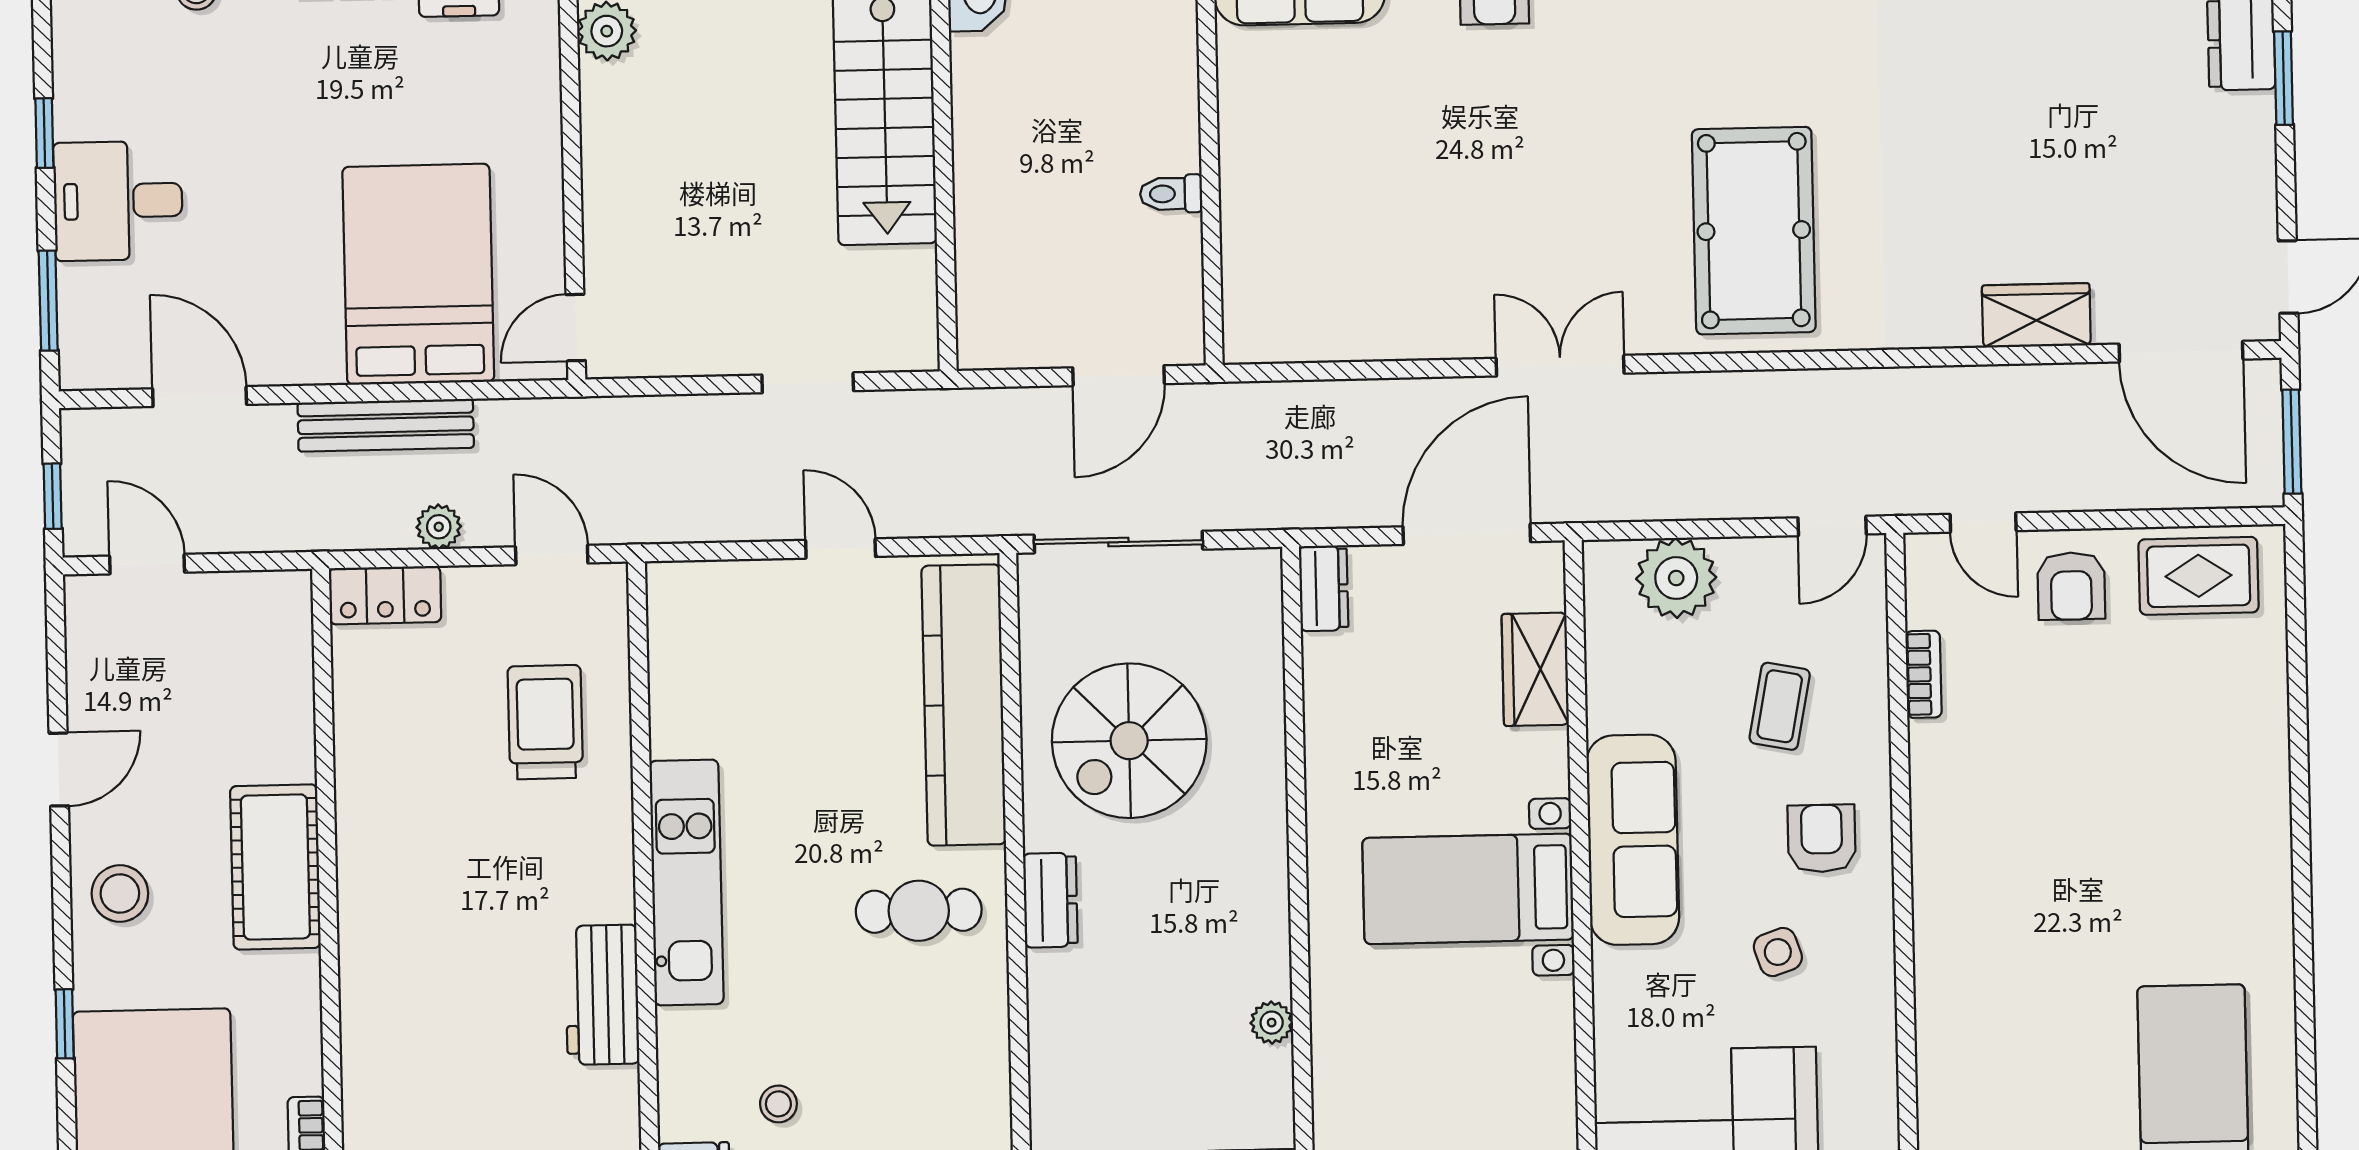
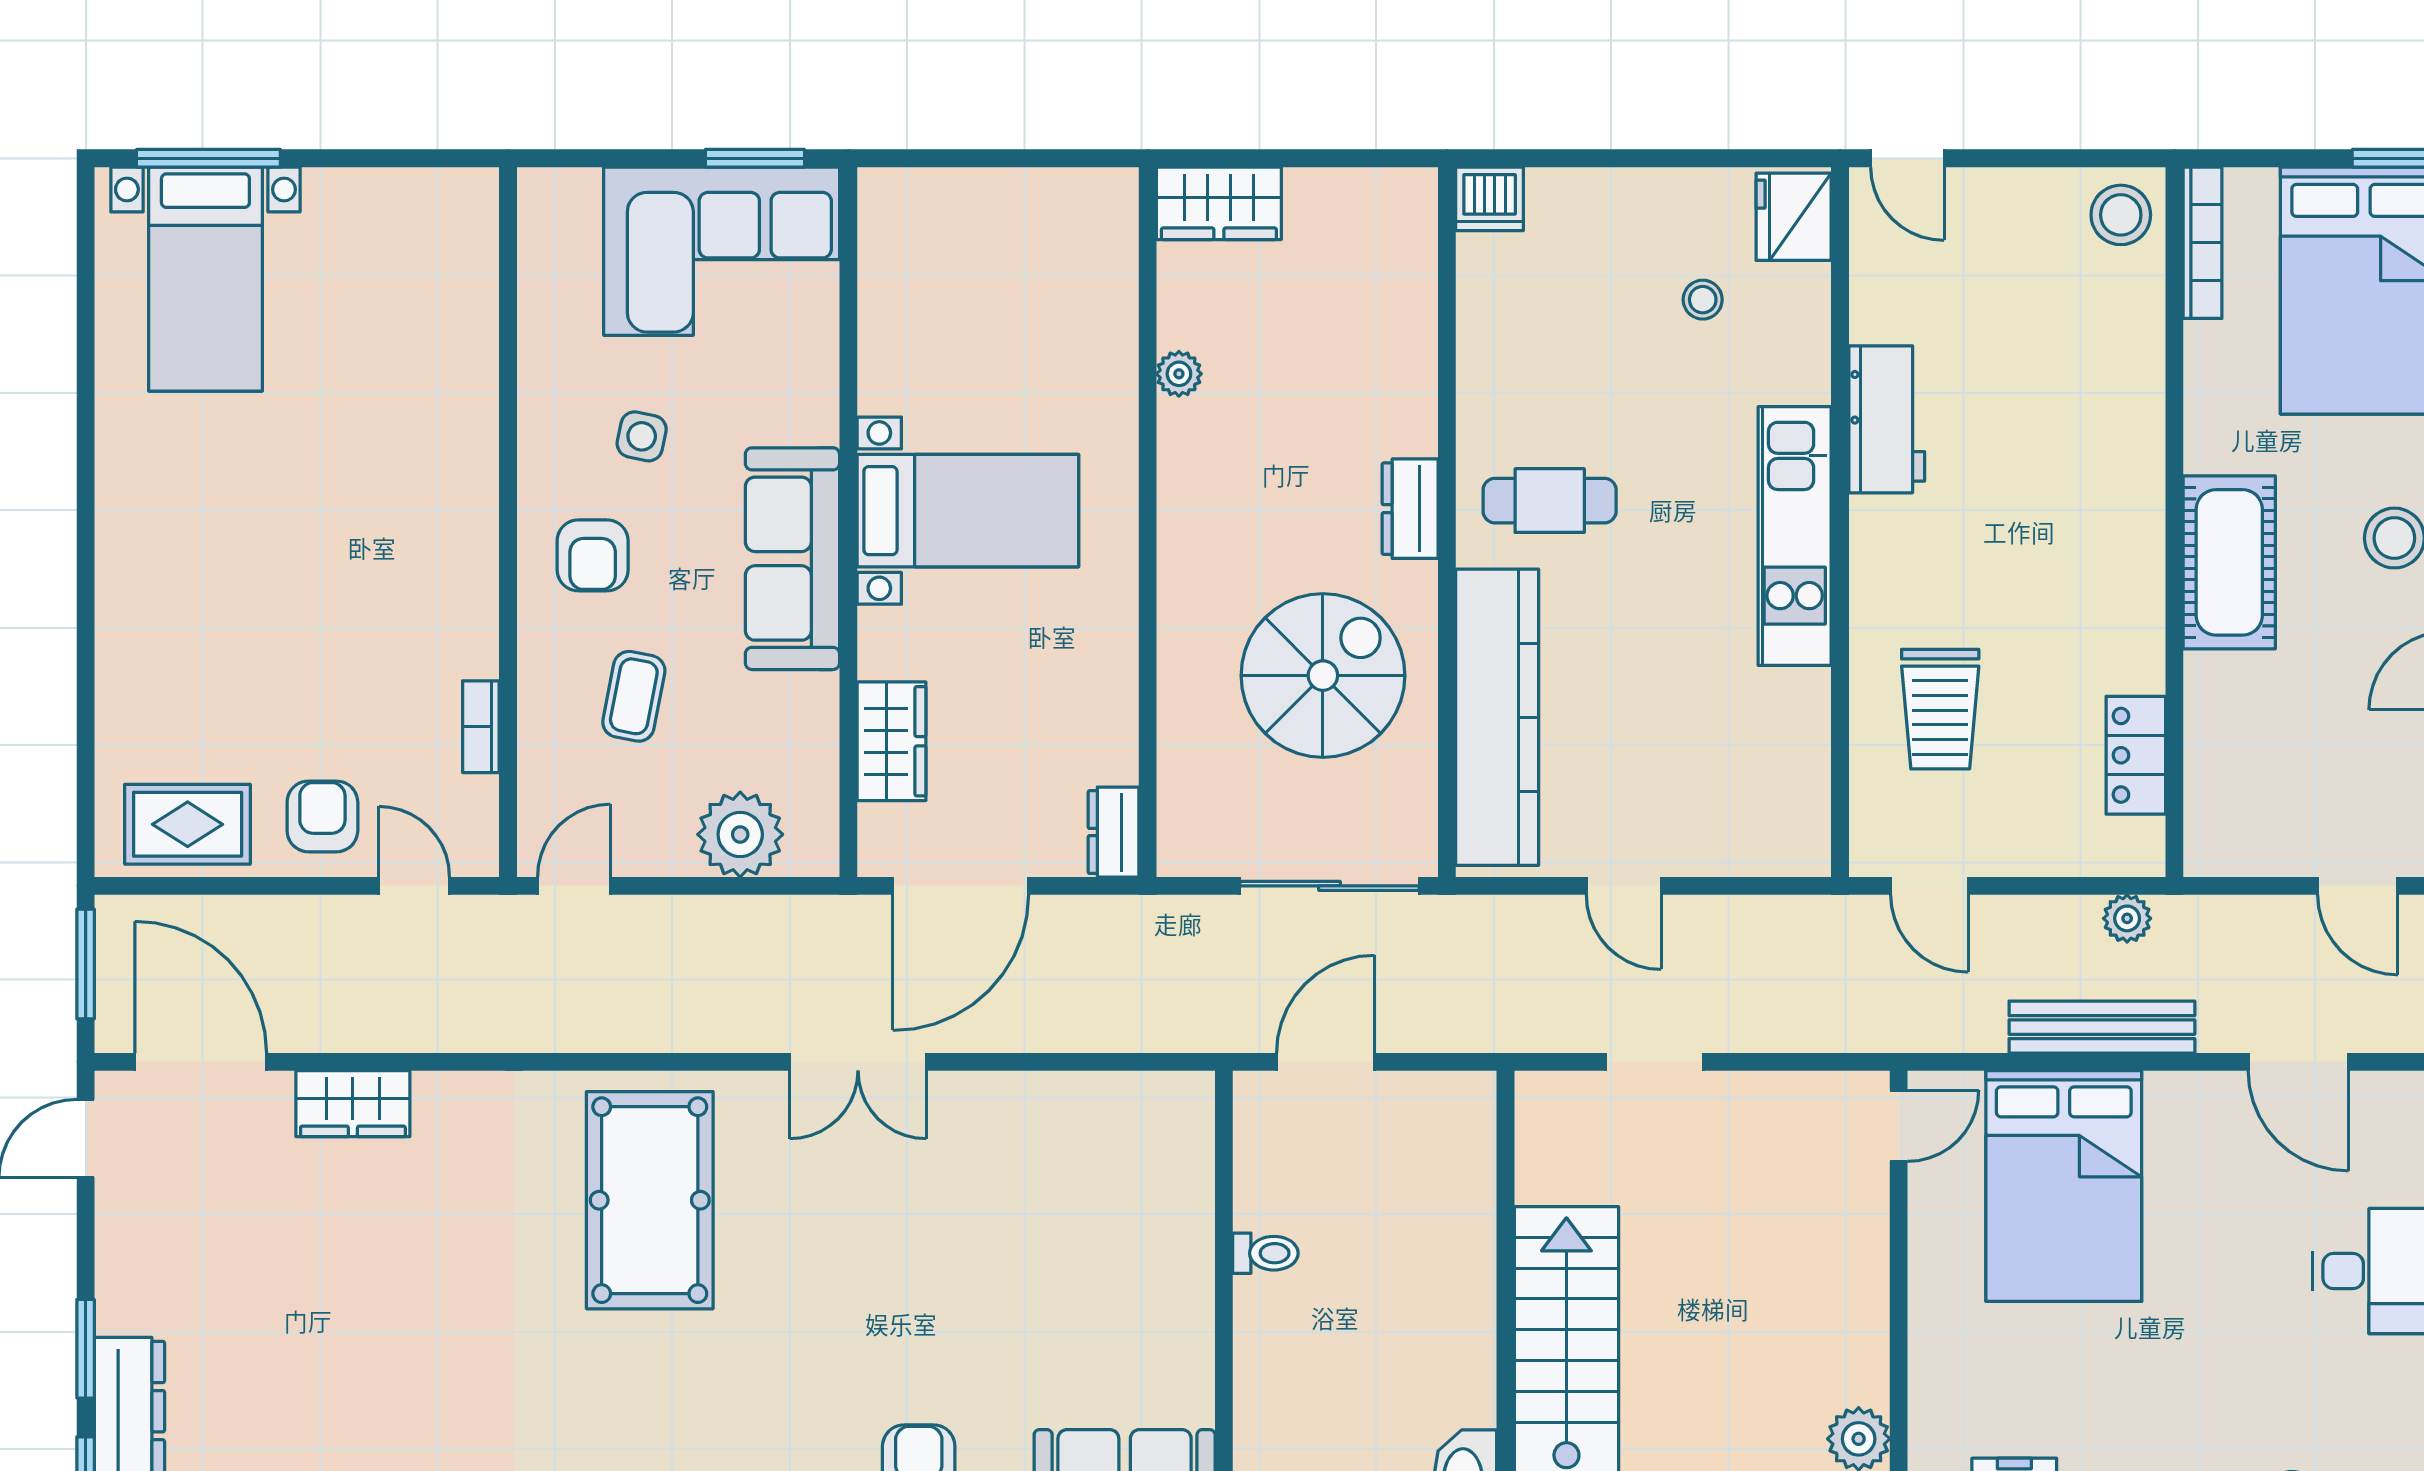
plant: (439, 527) -> (2127, 918), moved
locker: (385, 595) -> (2136, 755), moved, turned -90
side table: (1778, 952) -> (642, 436), turned 31

